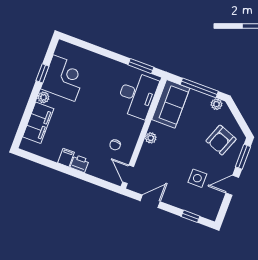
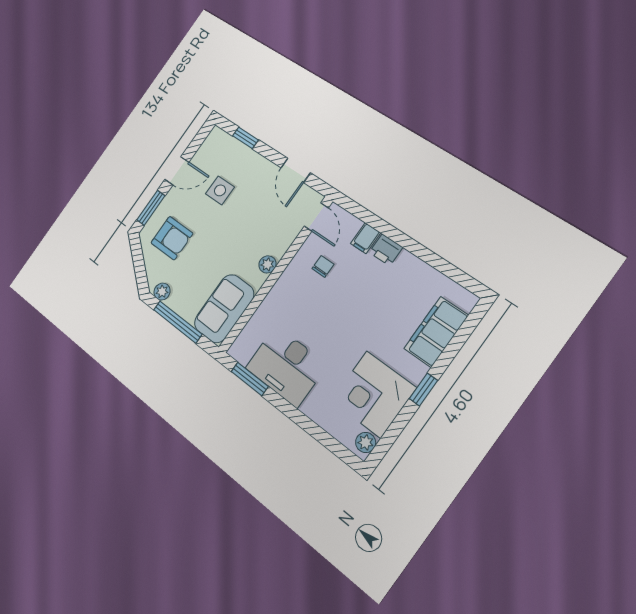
window: (42, 73) -> (423, 390), moved
desk: (137, 95) -> (286, 366), moved, turned -90
plant: (43, 97) -> (366, 442), moved
armchair: (221, 140) -> (172, 238), turned 69
filing cabinet: (66, 158) -> (366, 238), moved
door: (150, 201) -> (296, 170), hinge flipped

